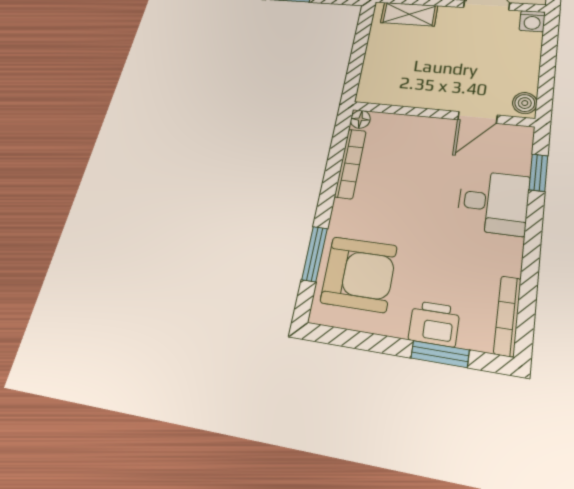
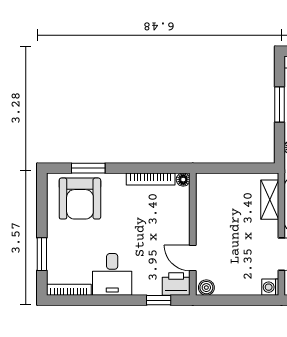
desk: (493, 202) -> (112, 274), moved
printer: (434, 324) -> (176, 284), moved, turned -90

